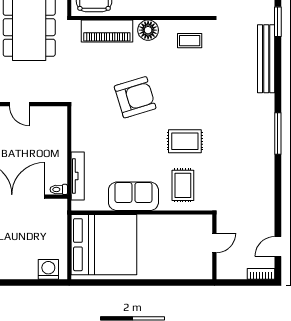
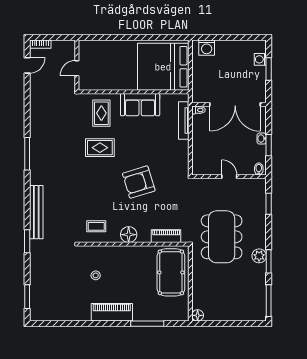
piano: (107, 31) -> (166, 236), width x0.73, depth x0.75

